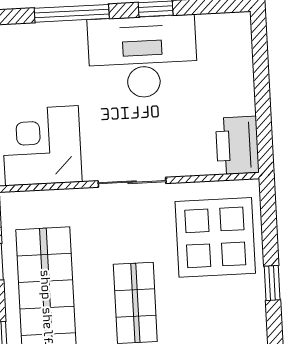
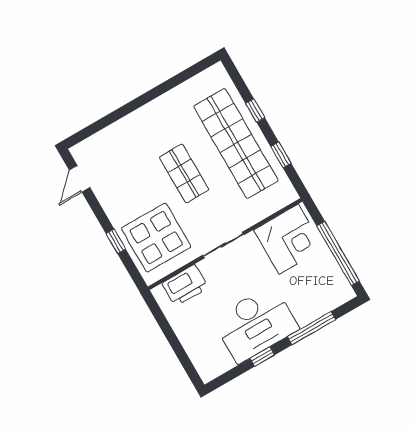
printer: (237, 145) -> (185, 285), moved, turned 90
window: (272, 283) -> (116, 241), moved

